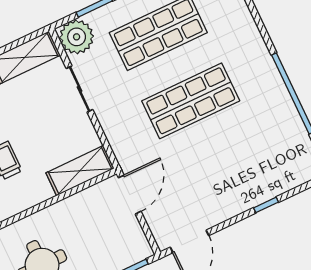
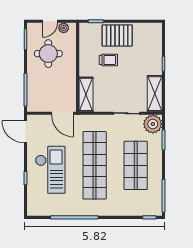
shop shelf: (191, 101) -> (95, 165), width x1.40
checkout: (233, 171) -> (50, 170), added

